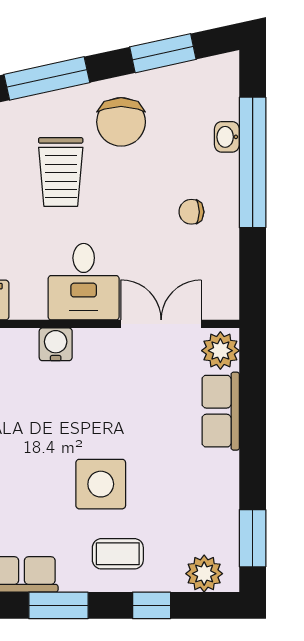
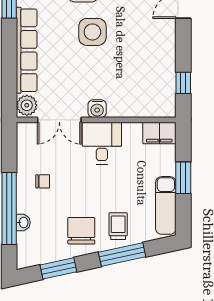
trolley: (61, 172) -> (118, 226), moved, width x0.73, depth x0.72
water cooler: (56, 344) -> (97, 109), moved
row of seats: (221, 411) -> (27, 50), width x2.02

